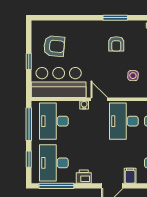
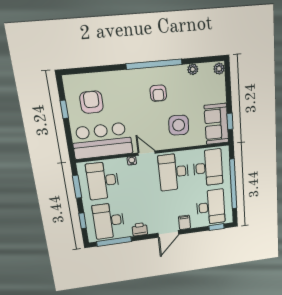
window: (115, 18) -> (154, 64), width x2.11
armchair: (54, 46) -> (92, 102), turned -95
window: (29, 61) -> (64, 109), moved
side table: (133, 76) -> (179, 125), width x1.87, depth x1.87
window: (29, 124) -> (77, 187), width x0.69

